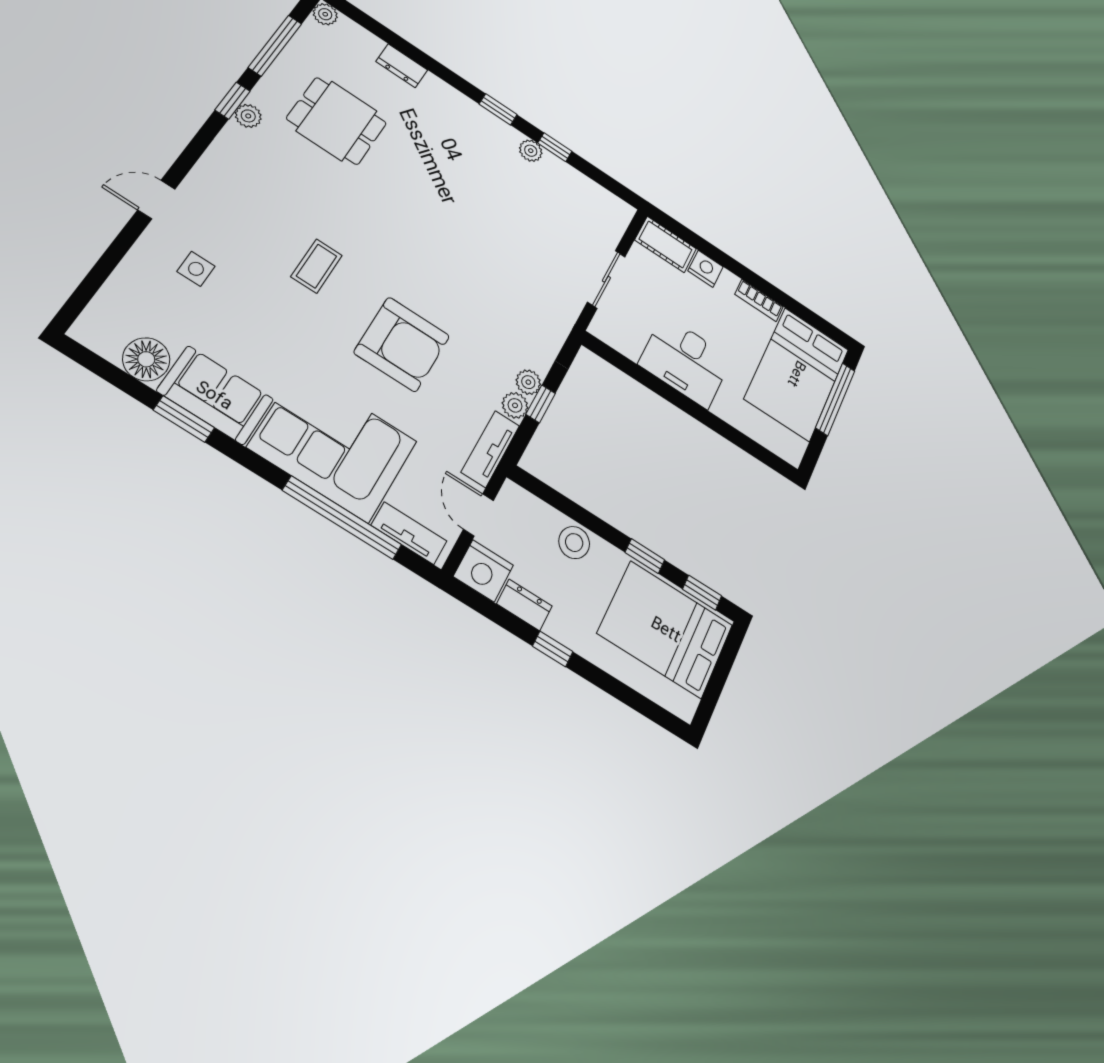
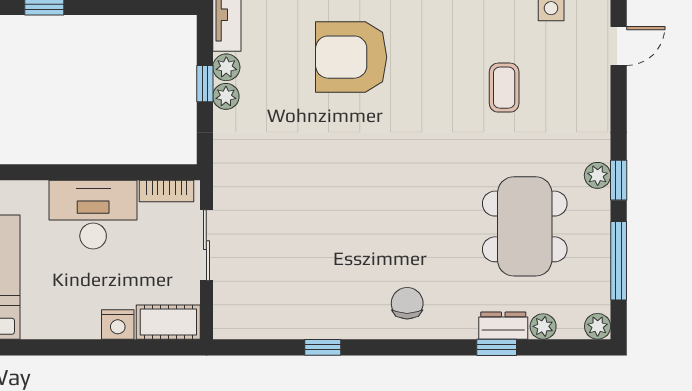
window: (498, 109) -> (497, 347), moved
dining table: (337, 121) -> (525, 226), width x1.38
chair: (469, 132) -> (407, 303), added
plant: (531, 151) -> (543, 326), moved
coffee table: (317, 266) -> (504, 88), moved
bookcase: (759, 300) -> (167, 191), moved, turned 180

